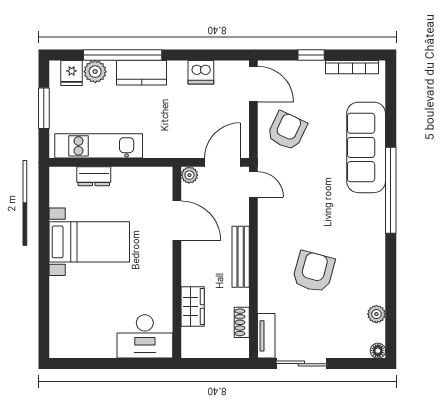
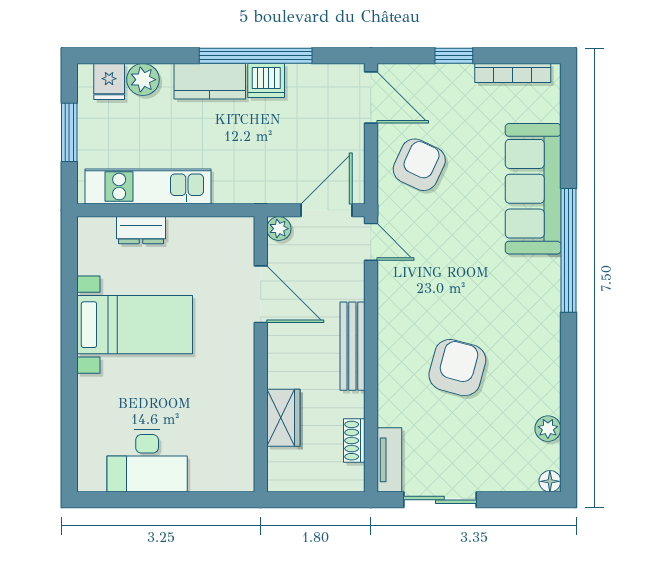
window: (123, 55) -> (256, 56), moved
dishwasher: (201, 72) -> (266, 80), moved
desk: (145, 336) -> (147, 461), moved

